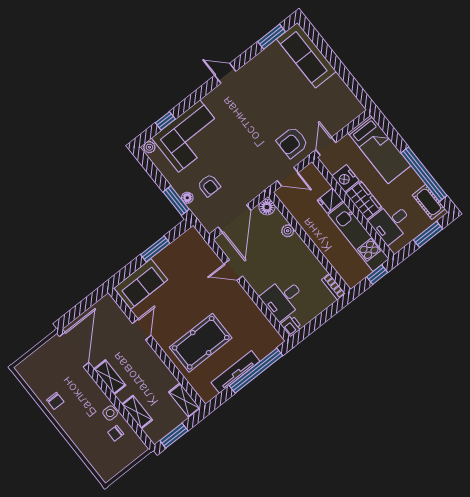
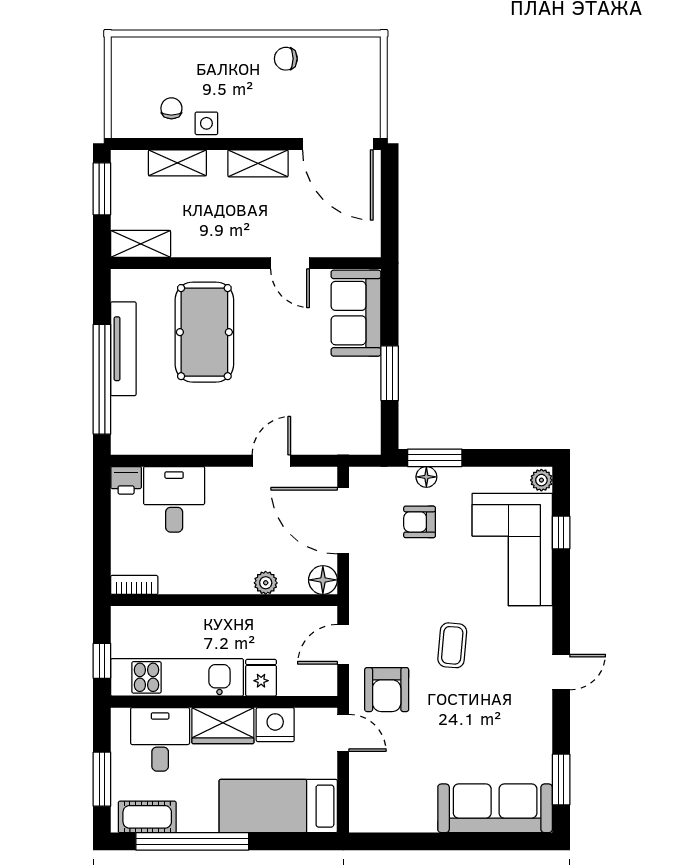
coffee table: (251, 129) -> (452, 645), added
armchair: (292, 142) -> (387, 690), turned 180

